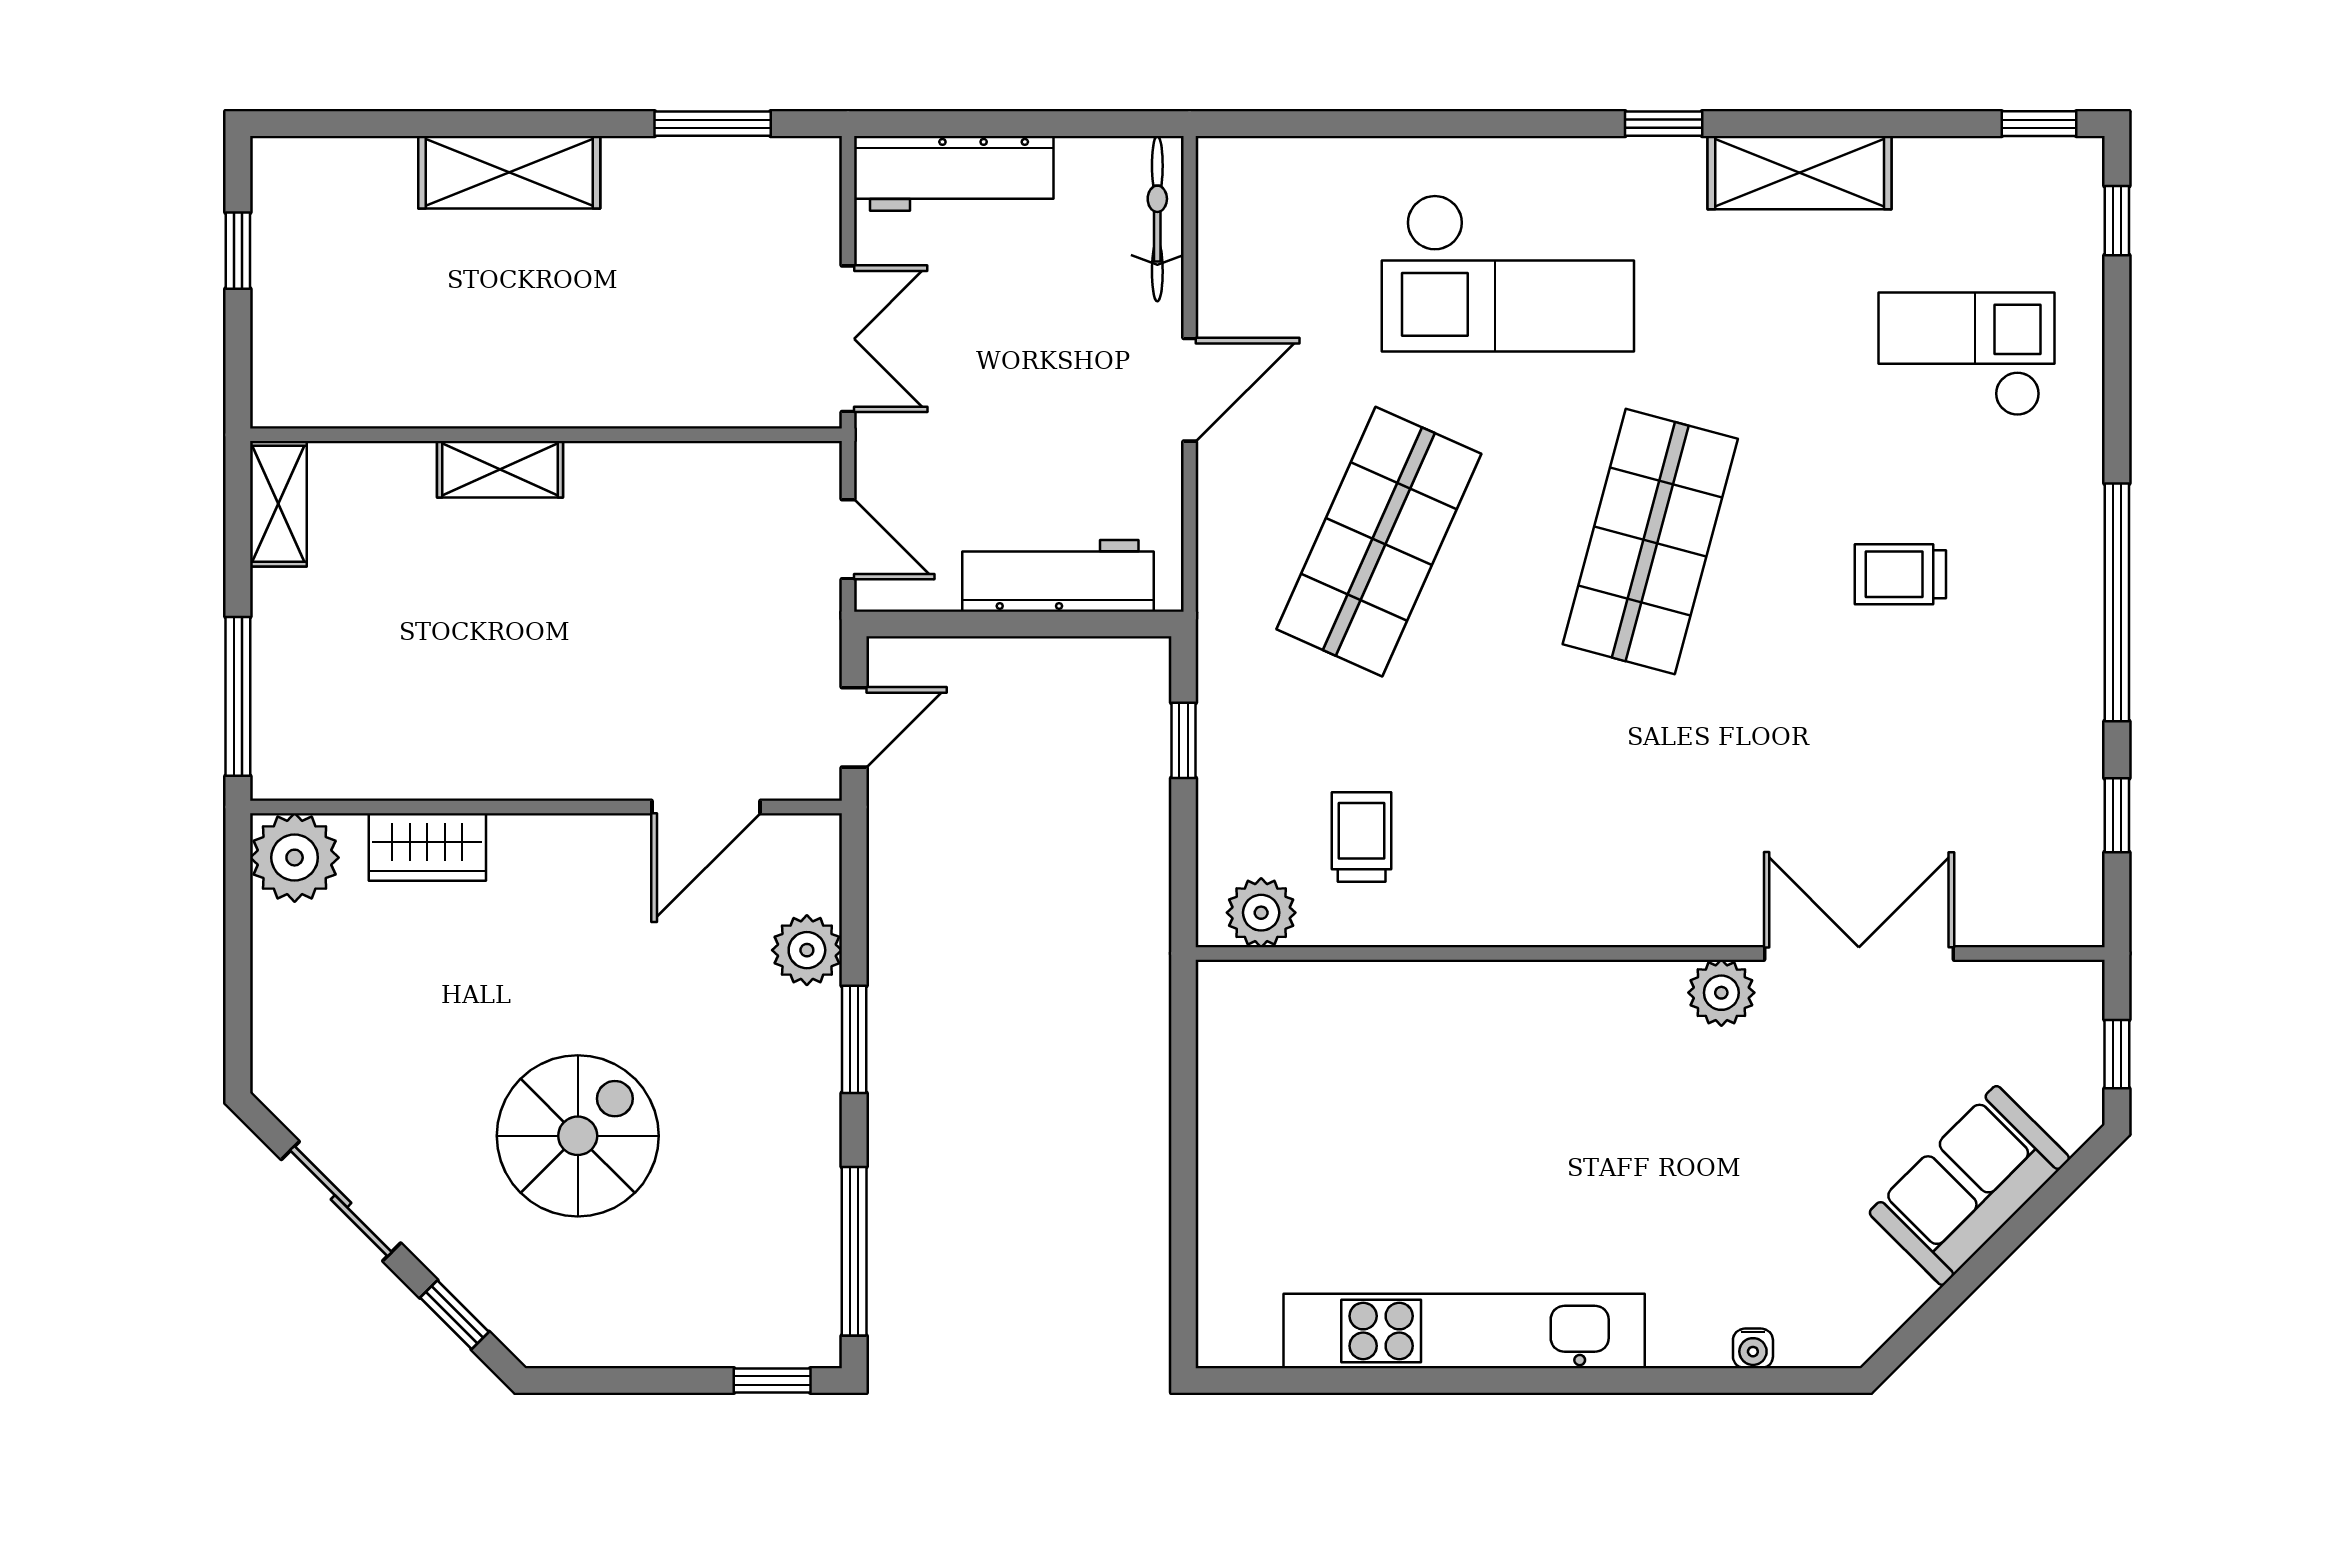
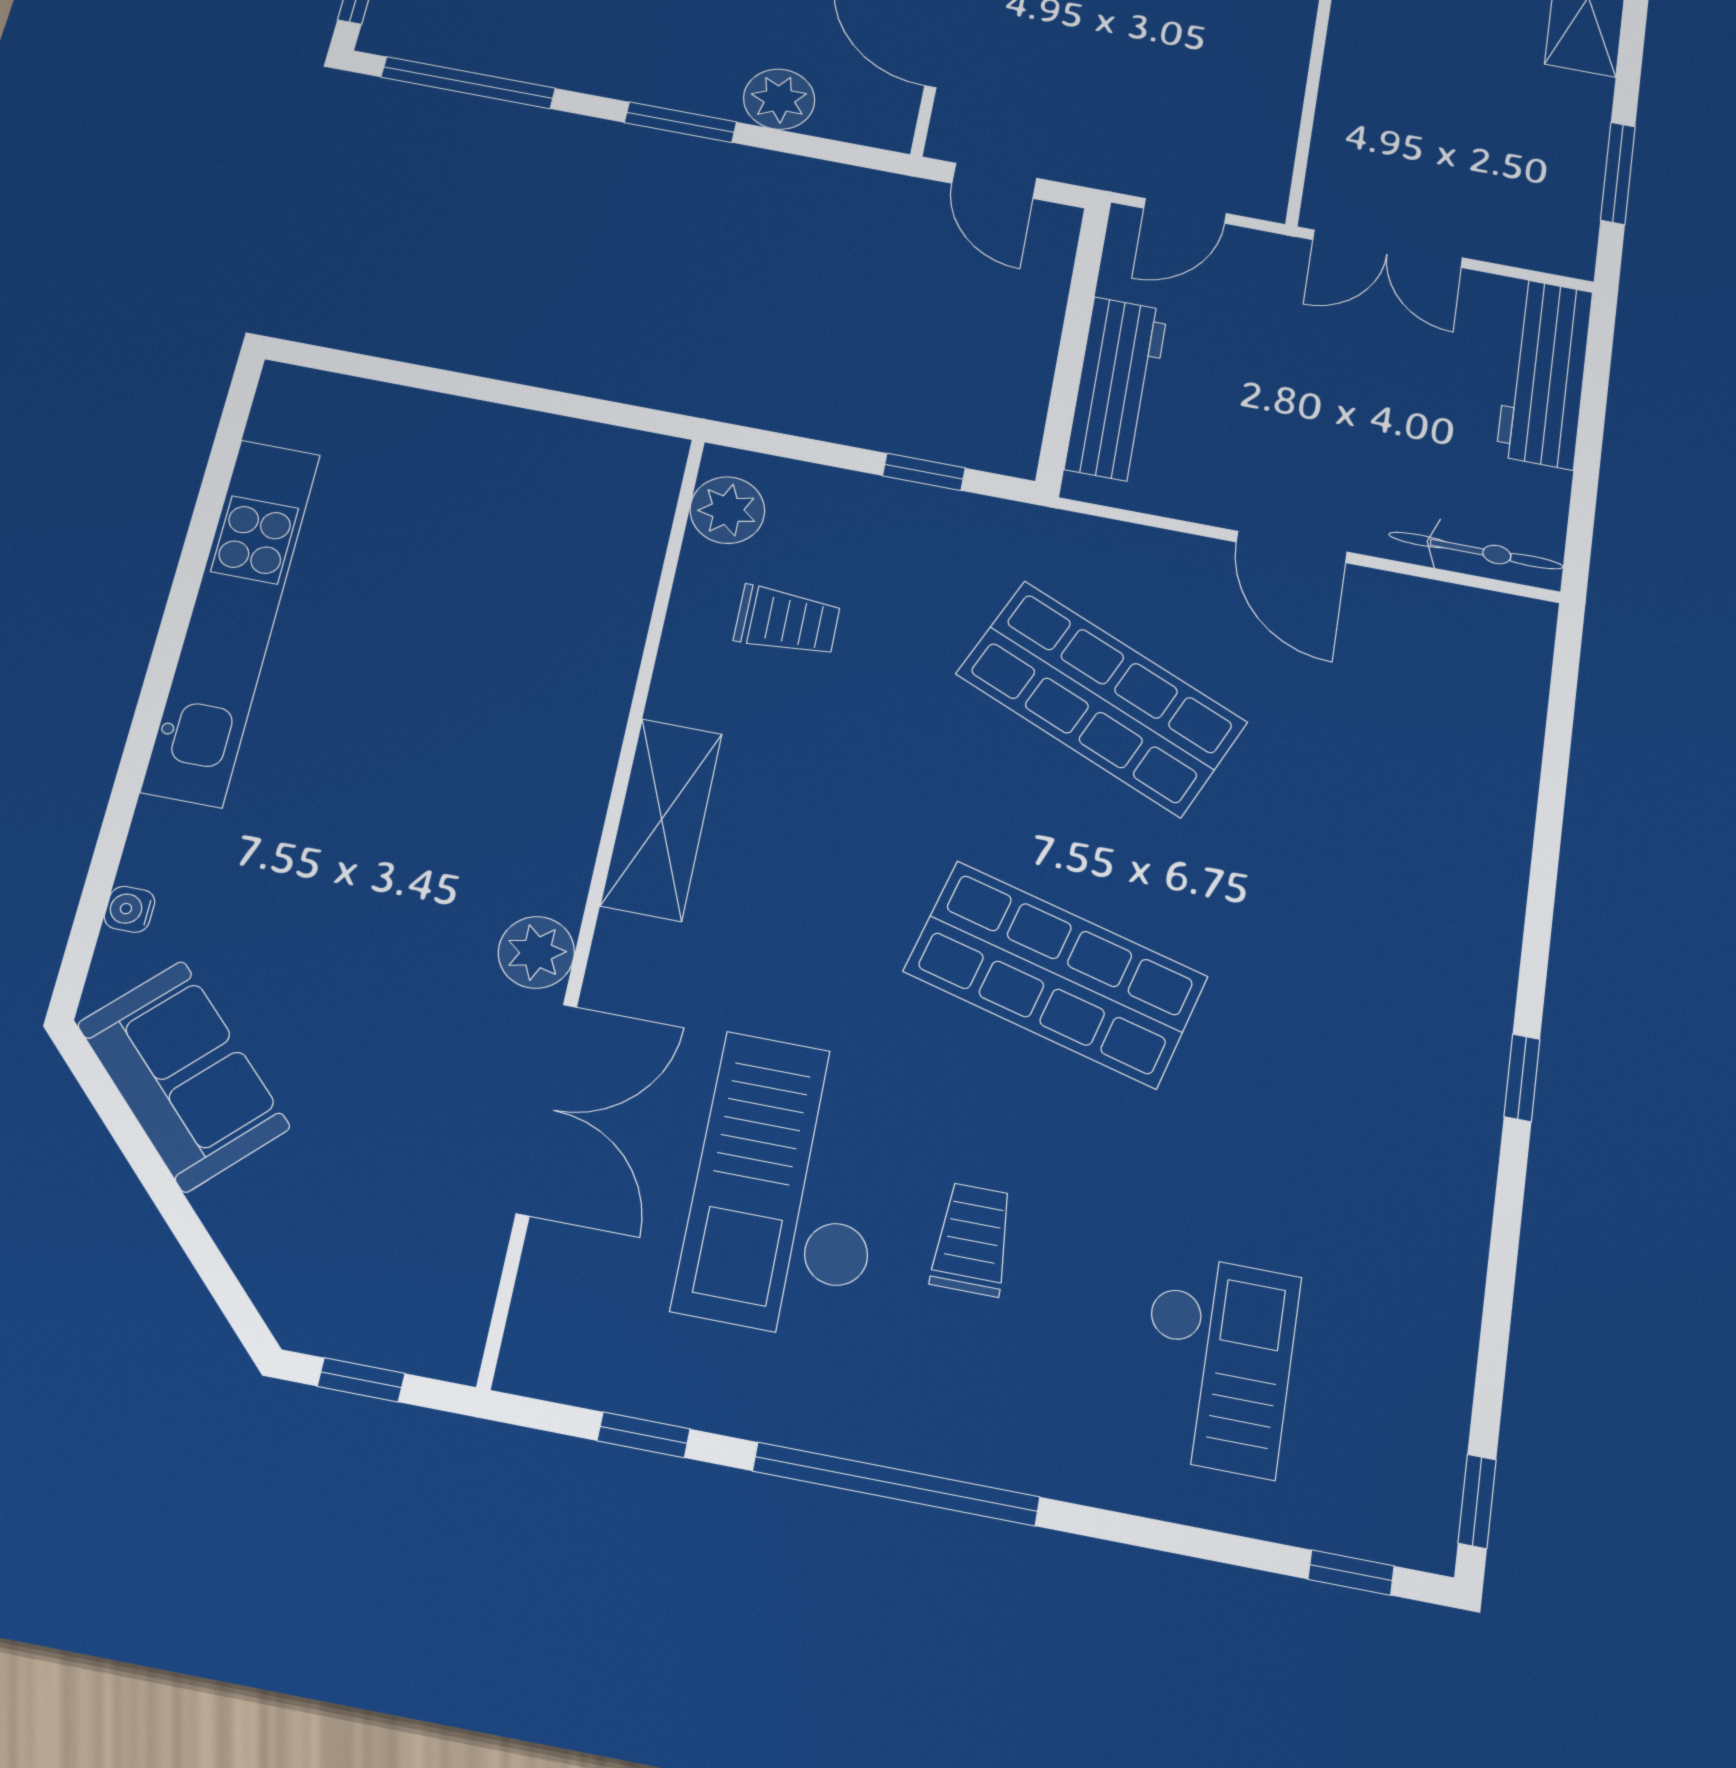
shelving: (1800, 173) -> (662, 819), moved
checkout: (1508, 273) -> (789, 1187), moved
sofa: (1969, 1186) -> (183, 1076), moved

